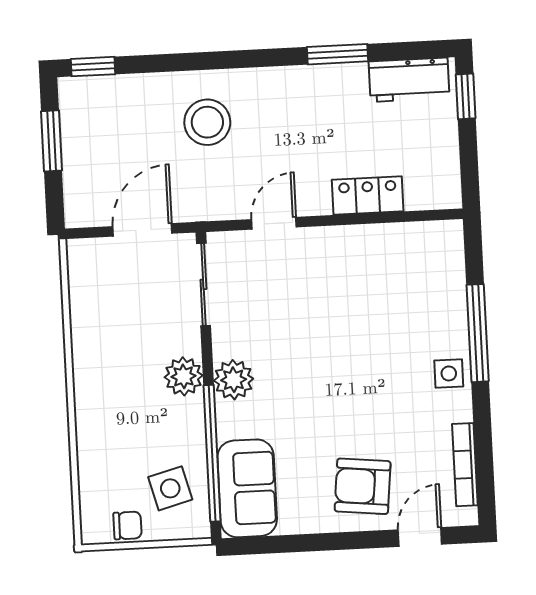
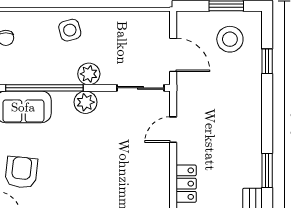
window: (93, 67) -> (267, 61), moved
stool: (207, 122) -> (230, 39), moved
door: (274, 223) -> (173, 130), swing flipped
side table: (170, 488) -> (70, 30), moved

